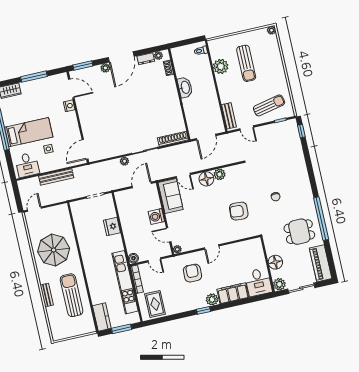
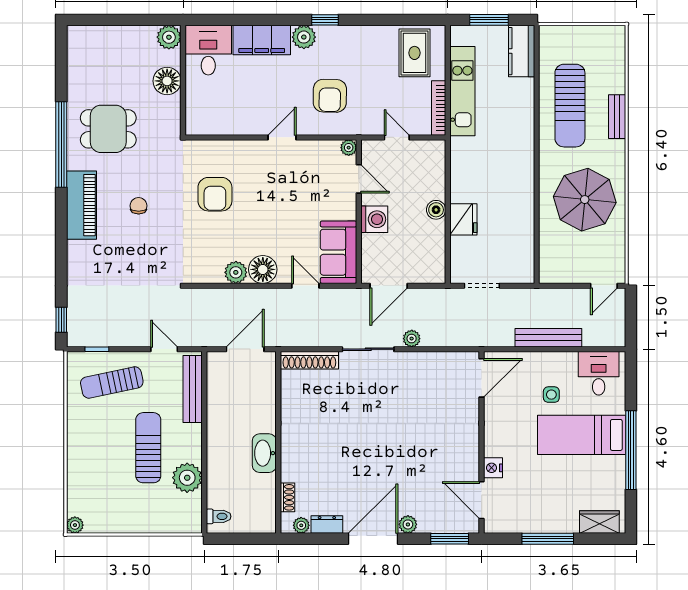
sun lounger: (246, 63) -> (148, 448), moved
bench: (229, 116) -> (193, 389), width x1.36
armchair: (239, 211) -> (215, 194), turned 86
boiler: (133, 258) -> (436, 210), moved
piano: (321, 263) -> (81, 205), moved
kitchen unit: (125, 282) -> (462, 91), width x0.73
sliding door: (301, 288) -> (129, 20), removed

